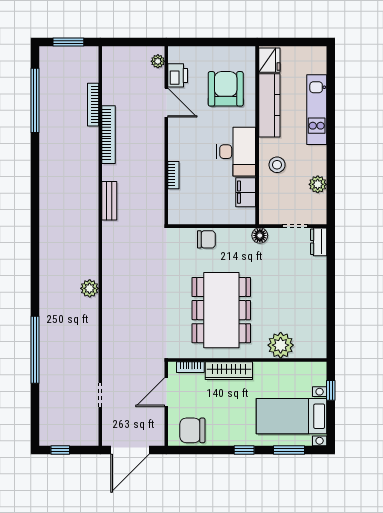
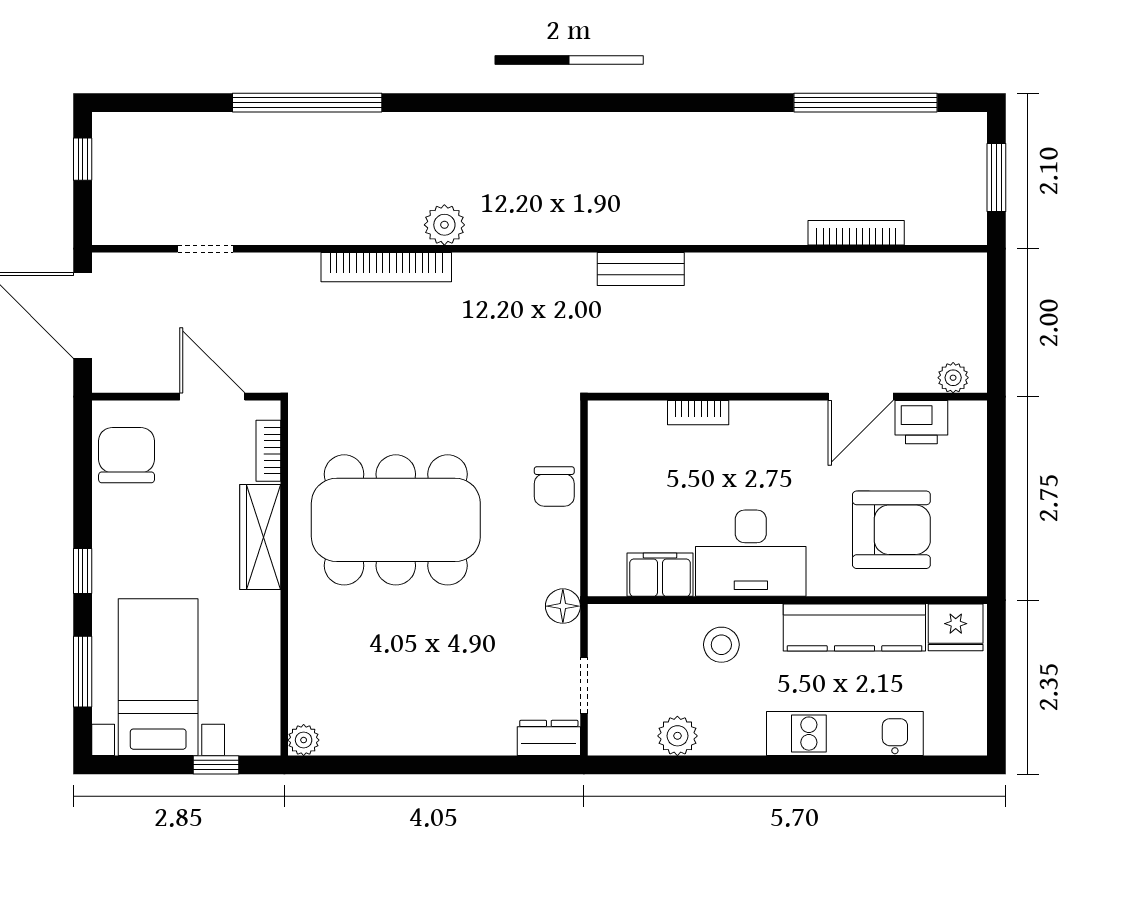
bookcase: (108, 135) -> (386, 267), moved
plant: (281, 345) -> (304, 740), moved, width x0.53, depth x0.53

